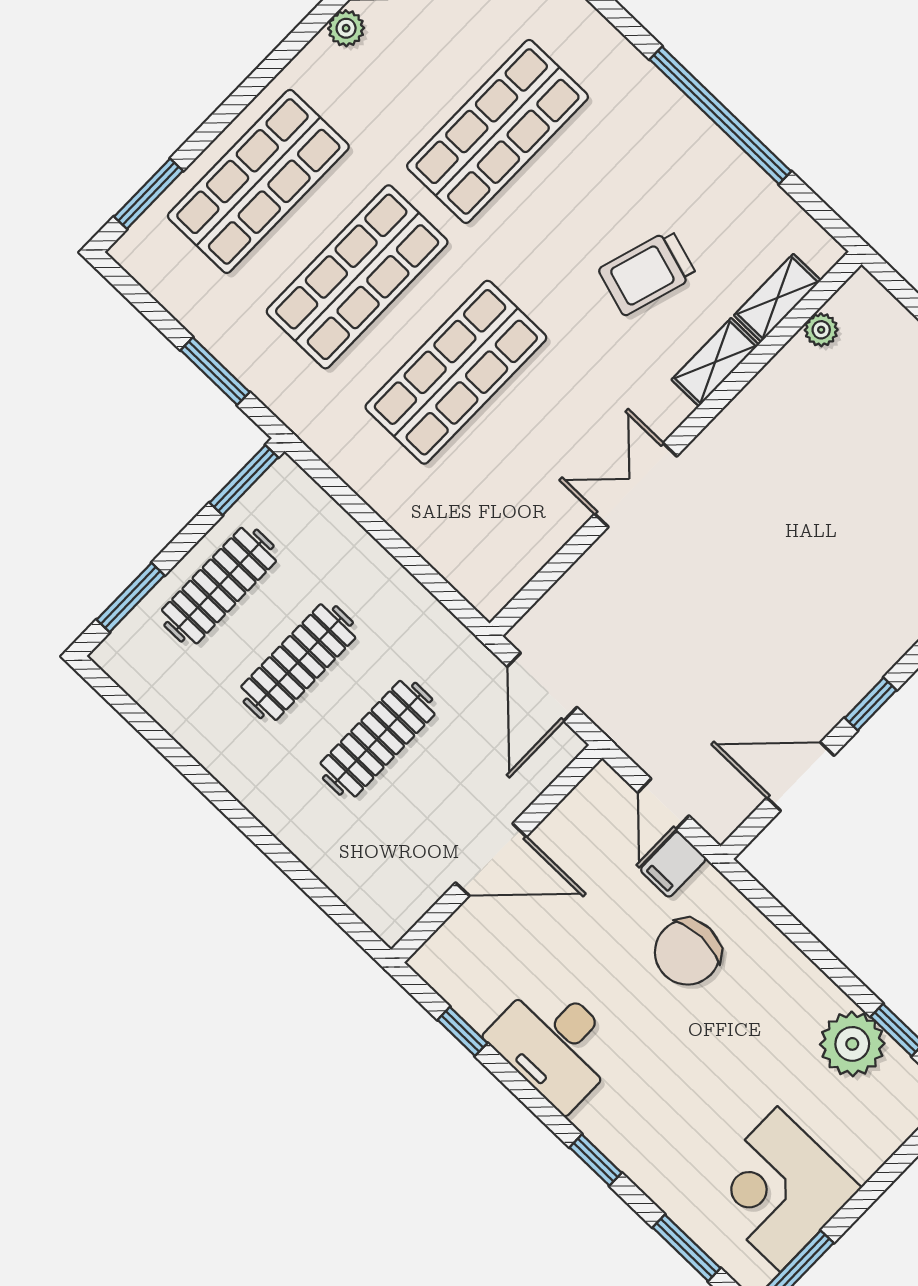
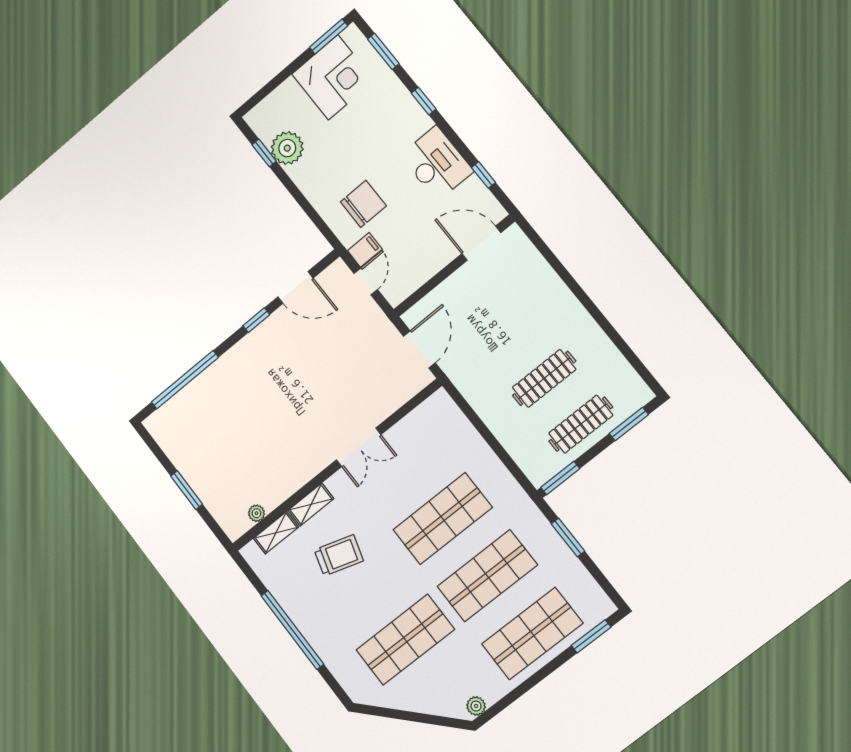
clothes rail: (378, 739) -> (508, 333), removed
door: (491, 860) -> (481, 243), moved

